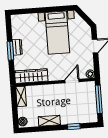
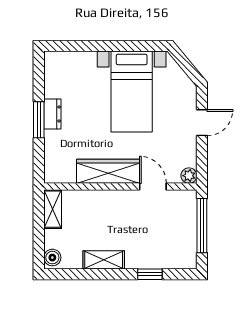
wardrobe: (31, 76) -> (108, 171), moved
door: (72, 81) -> (153, 187), hinge flipped

